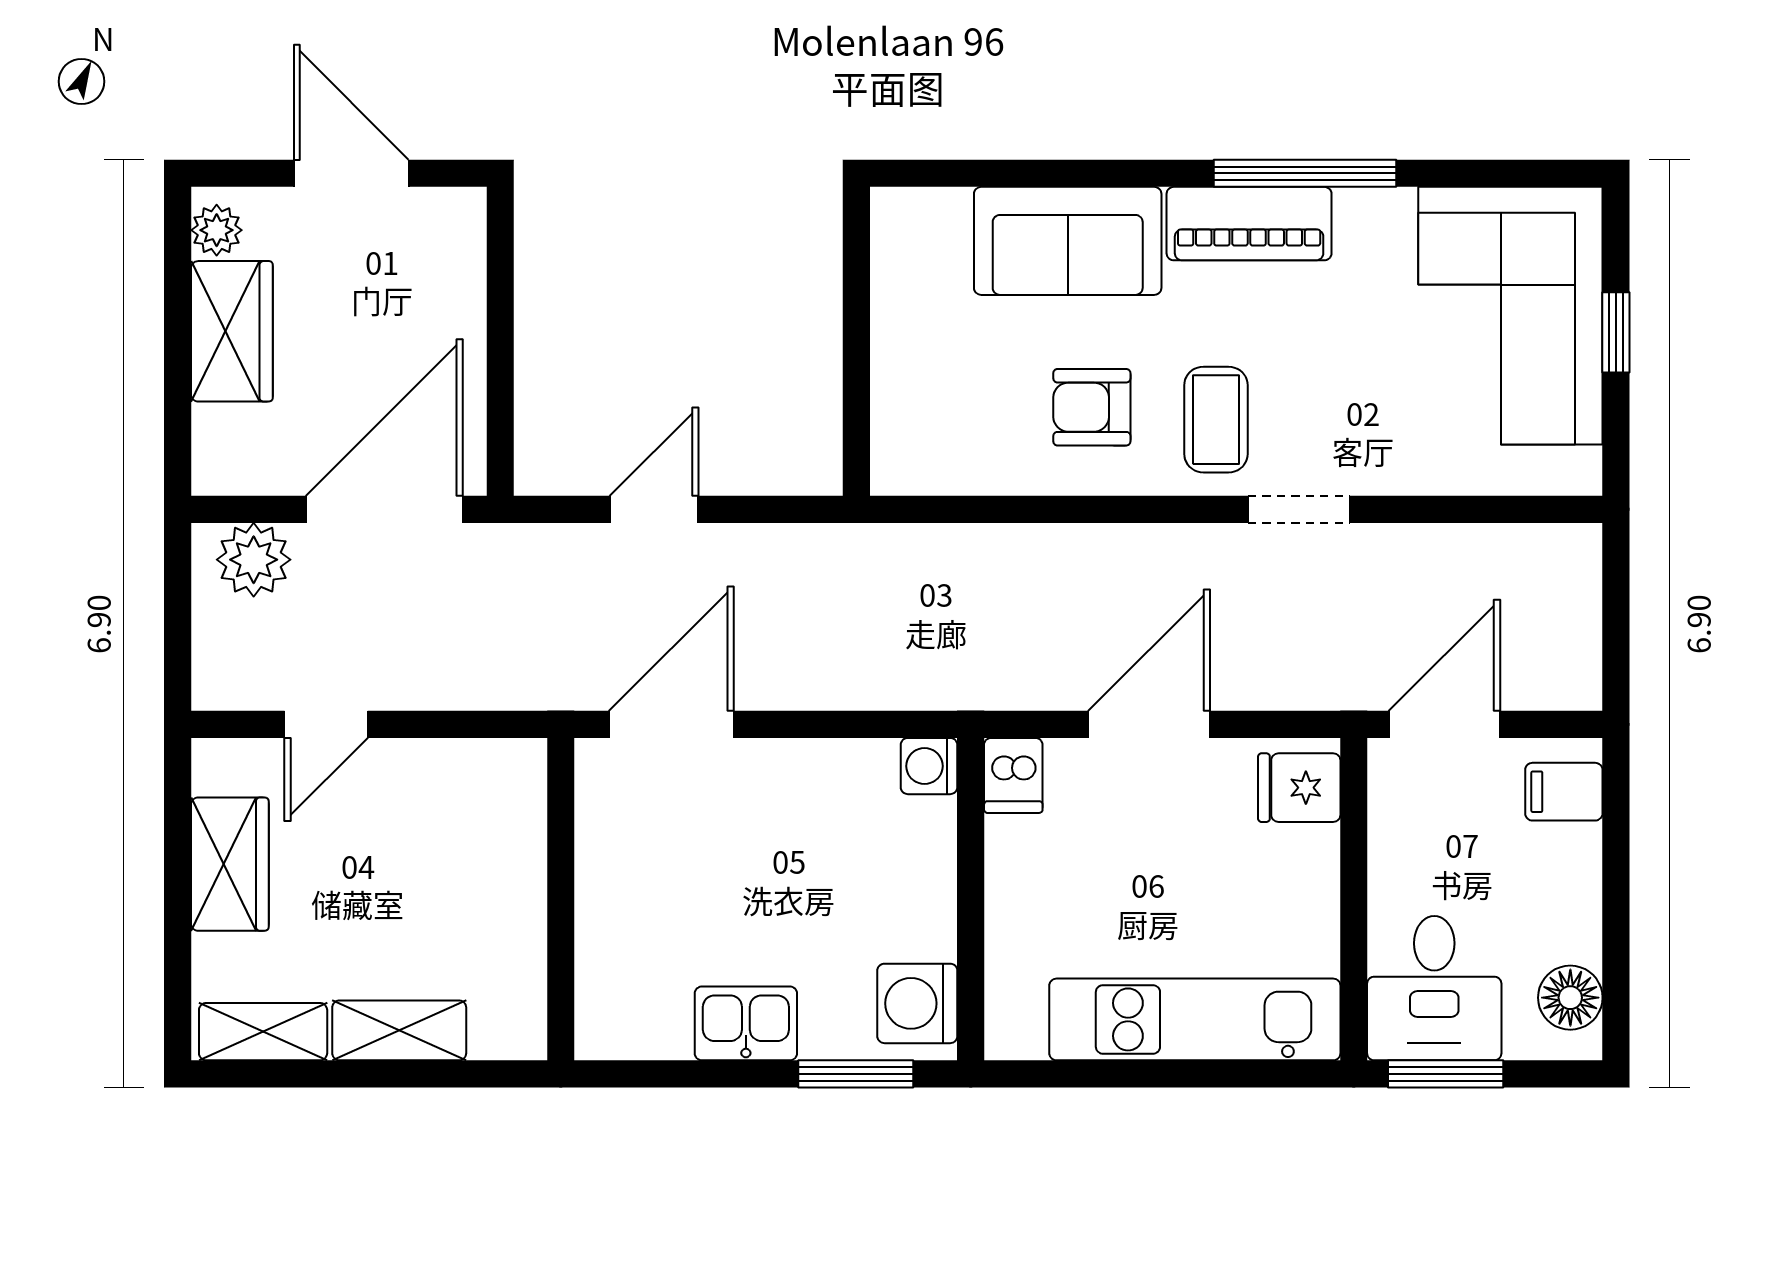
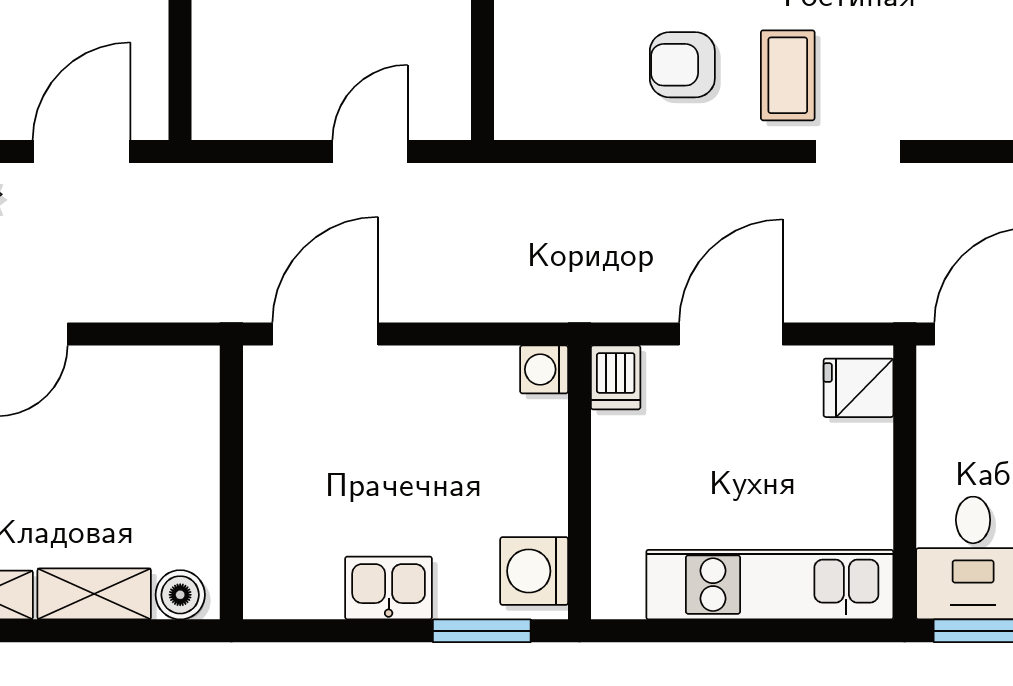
door: (384, 509) -> (82, 151), width x0.73
door: (654, 509) -> (370, 151), moved
boiler: (500, 1031) -> (180, 595), added

